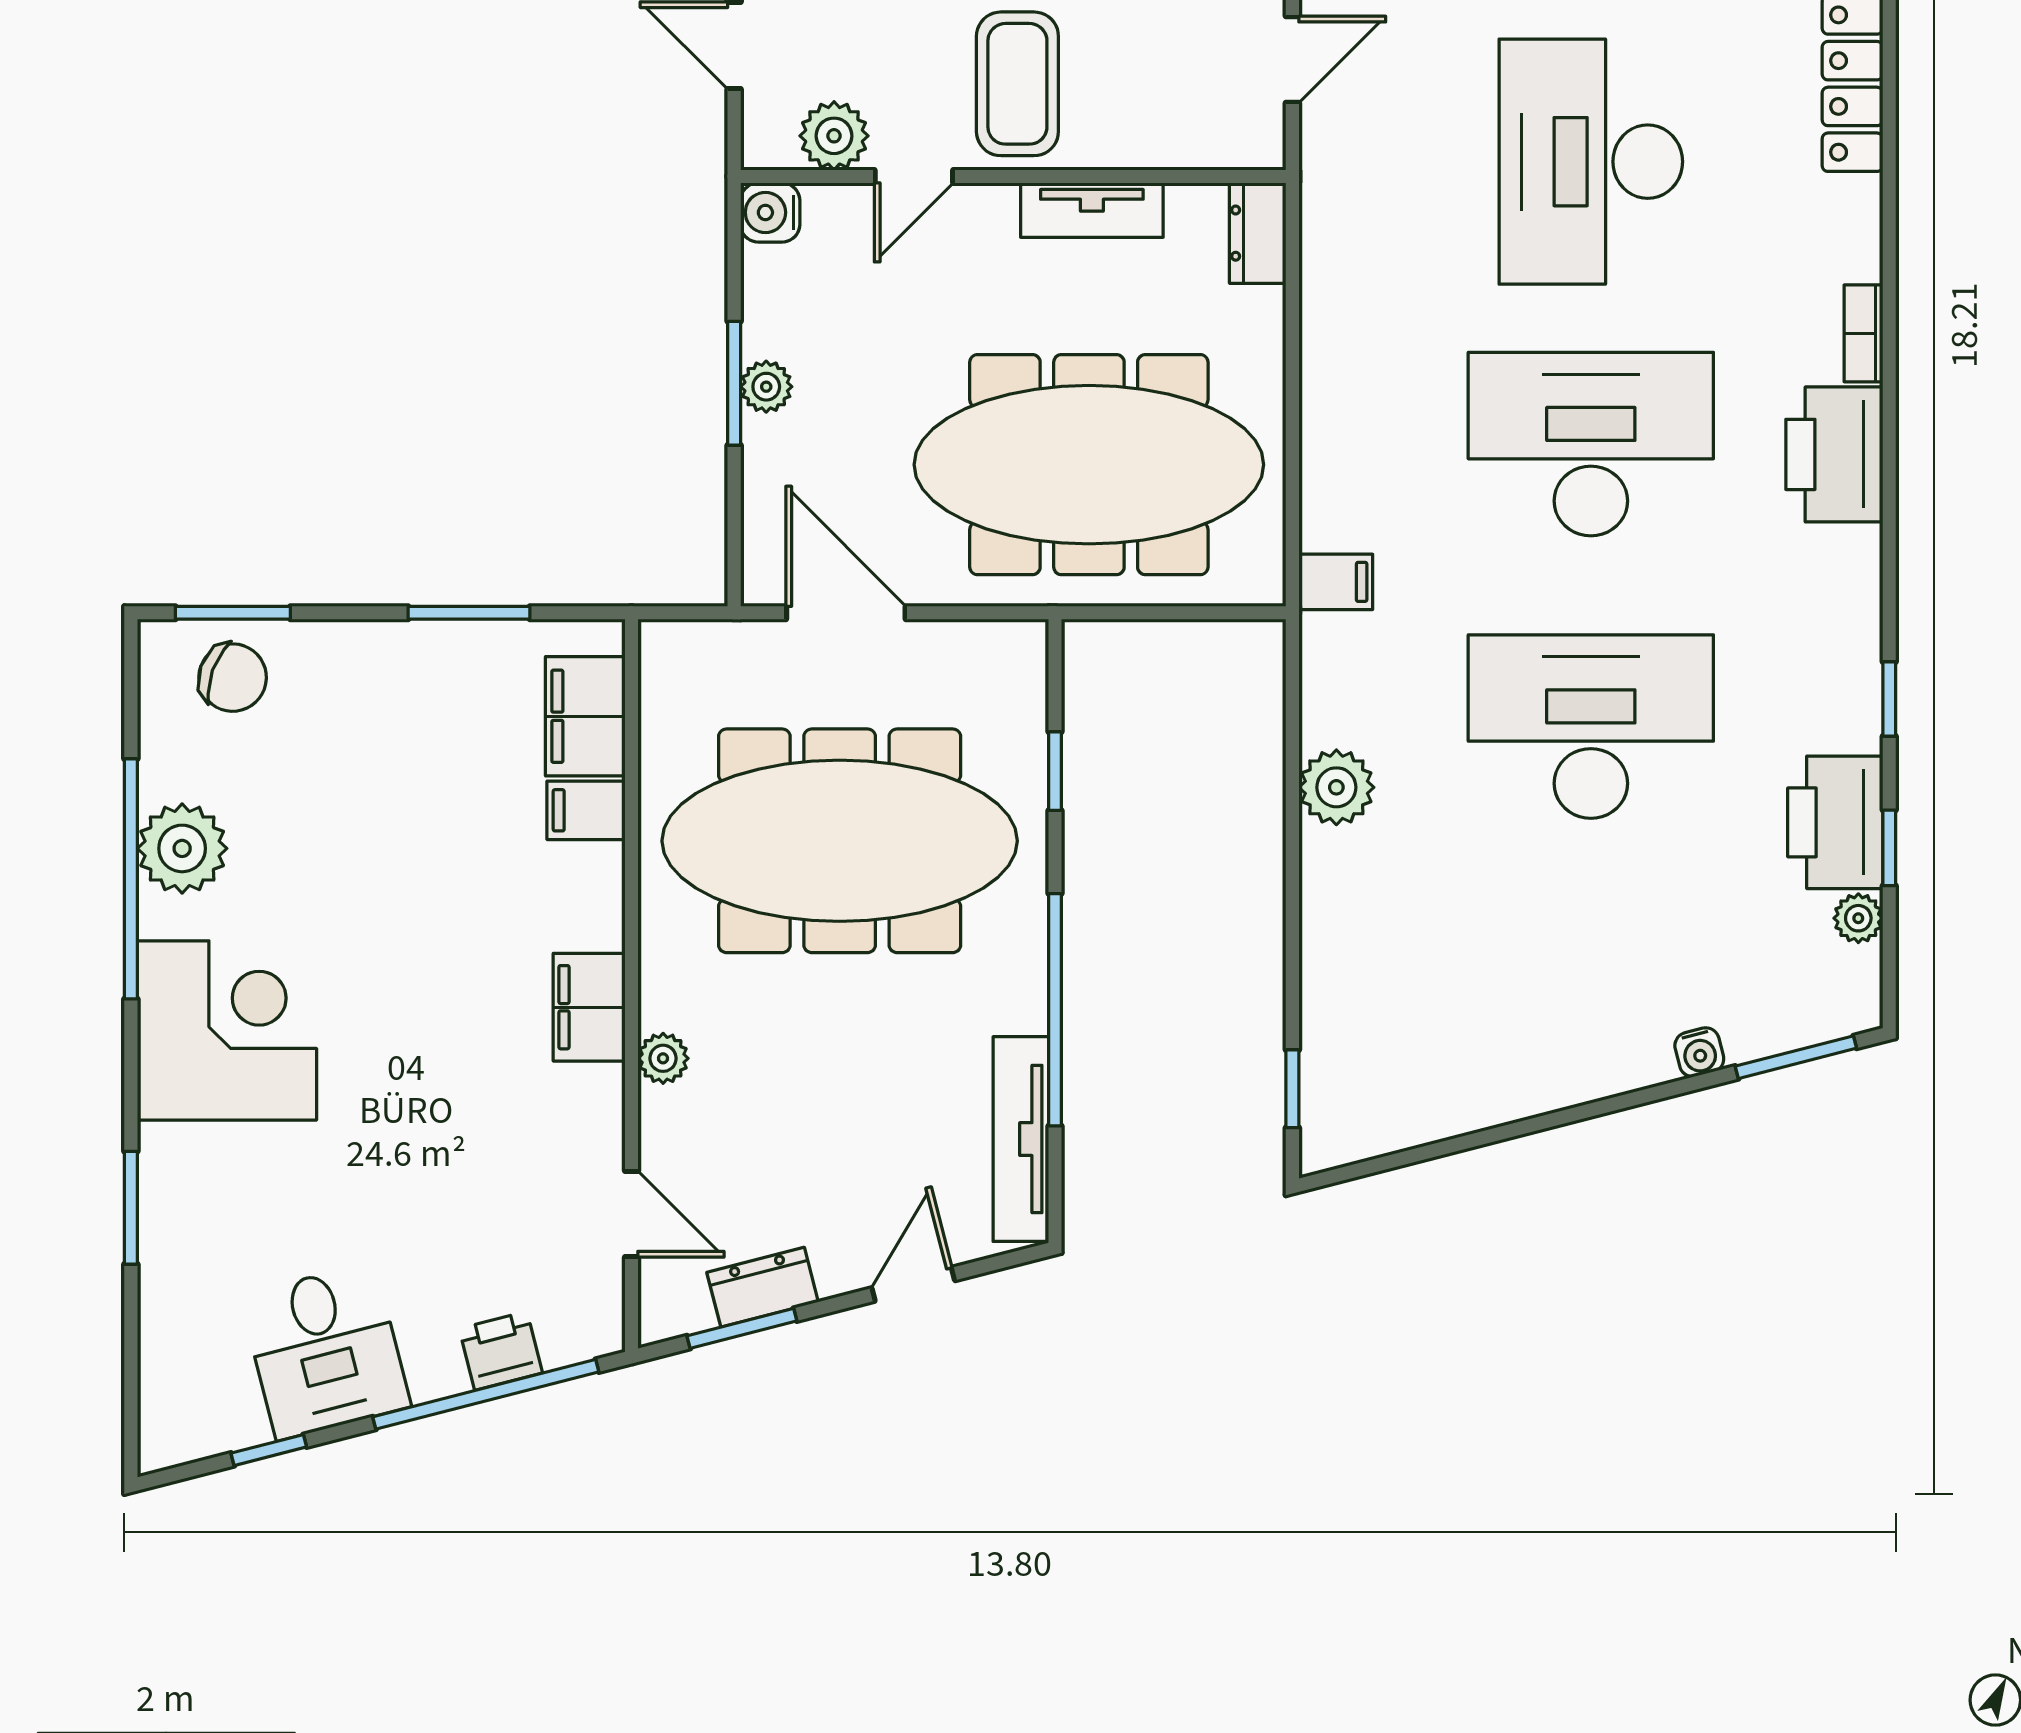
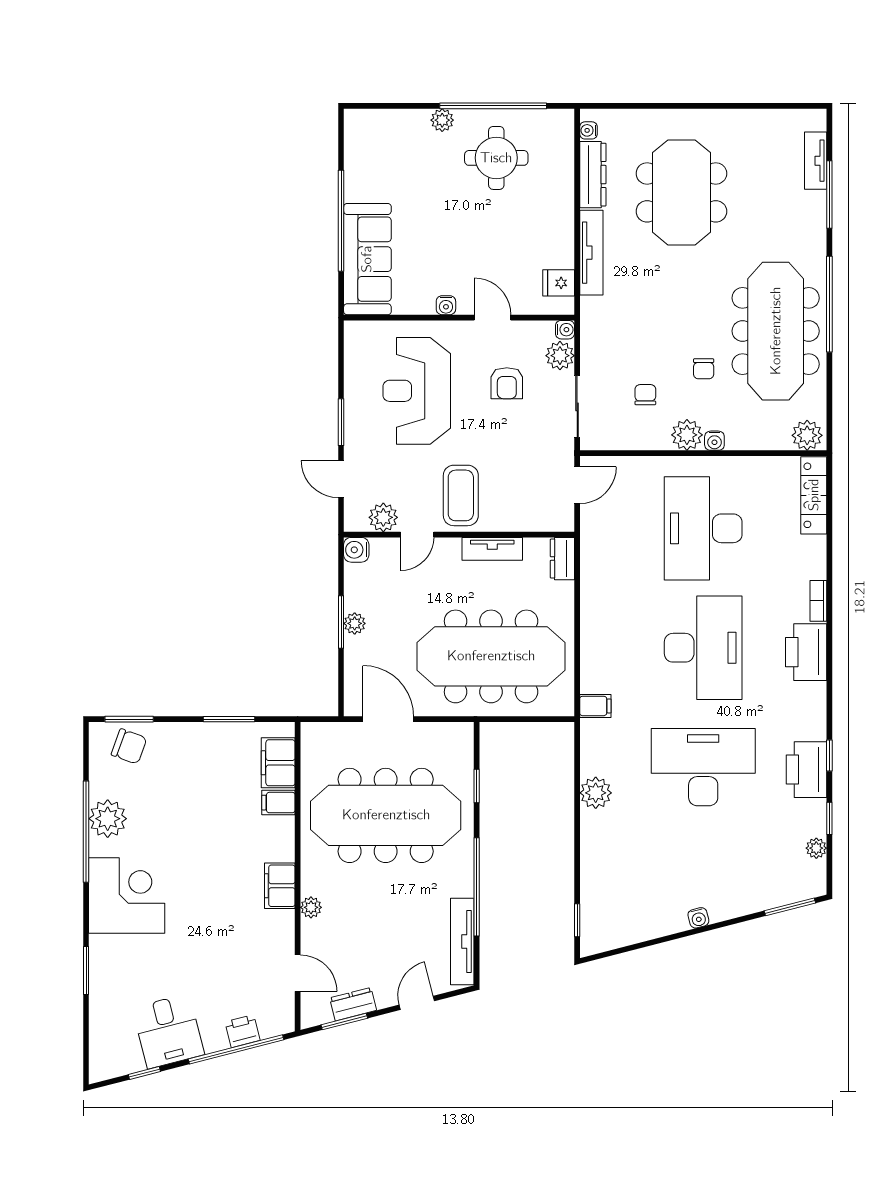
desk: (1591, 444) -> (703, 648), turned 90
printer: (1835, 822) -> (807, 770), moved
water cooler: (1699, 1052) -> (698, 918), moved

